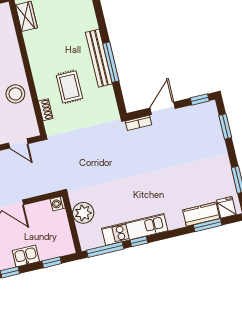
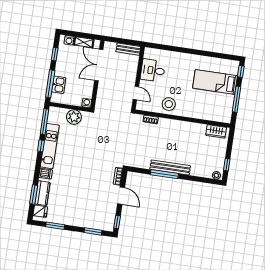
rug: (69, 87) -> (159, 141), removed
door: (18, 143) -> (136, 93), swing flipped
dishwasher: (174, 220) -> (46, 174), added
kitchen sink: (26, 256) -> (59, 85), moved
window: (52, 262) -> (50, 84), width x2.17

